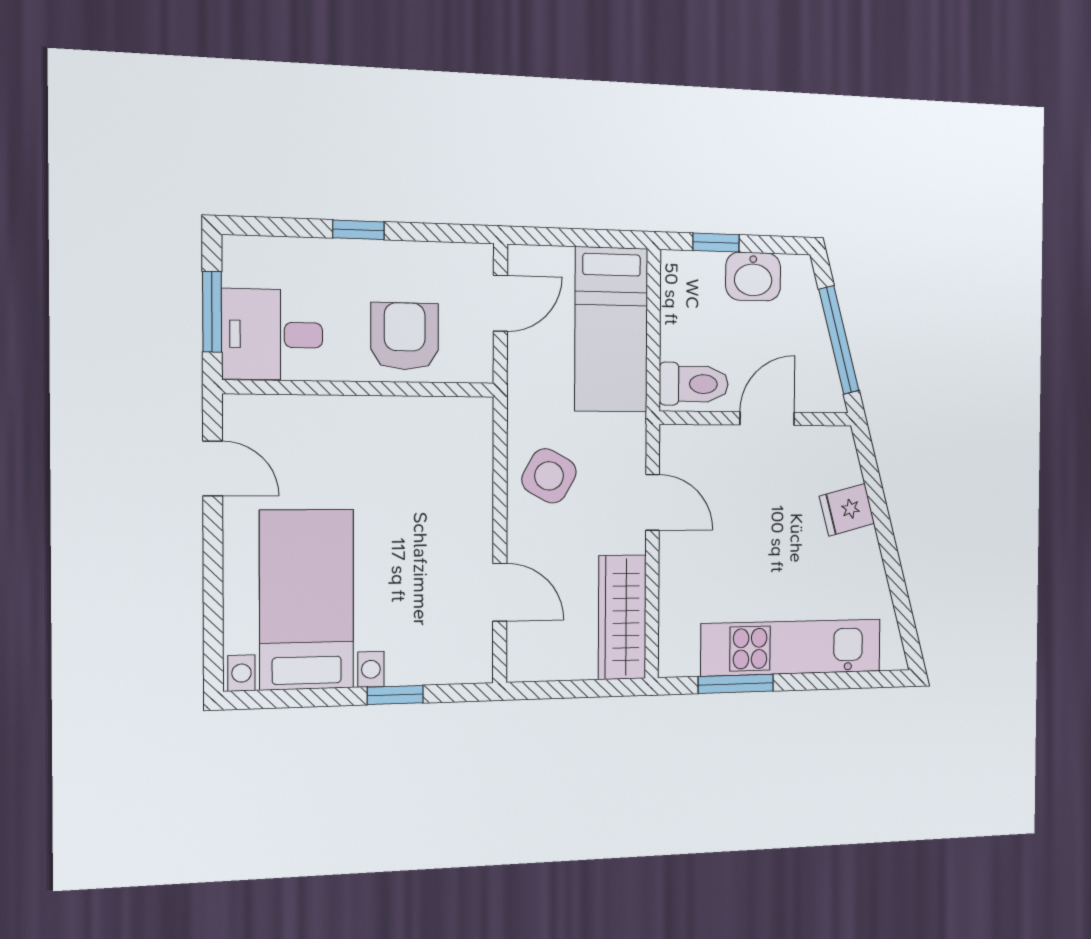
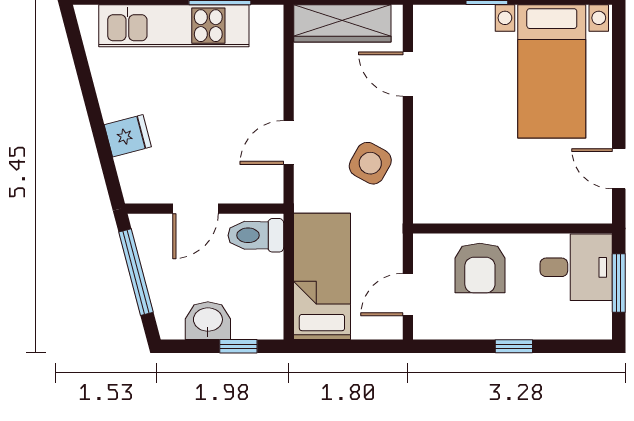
door: (653, 502) -> (289, 142), hinge flipped
wardrobe: (622, 617) -> (342, 23), moved, turned 90

